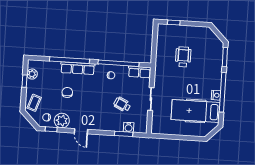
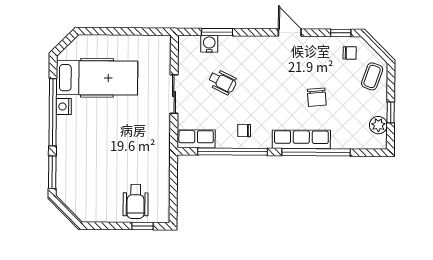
wheelchair: (183, 57) -> (136, 202), moved
plant: (62, 121) -> (323, 49), removed

